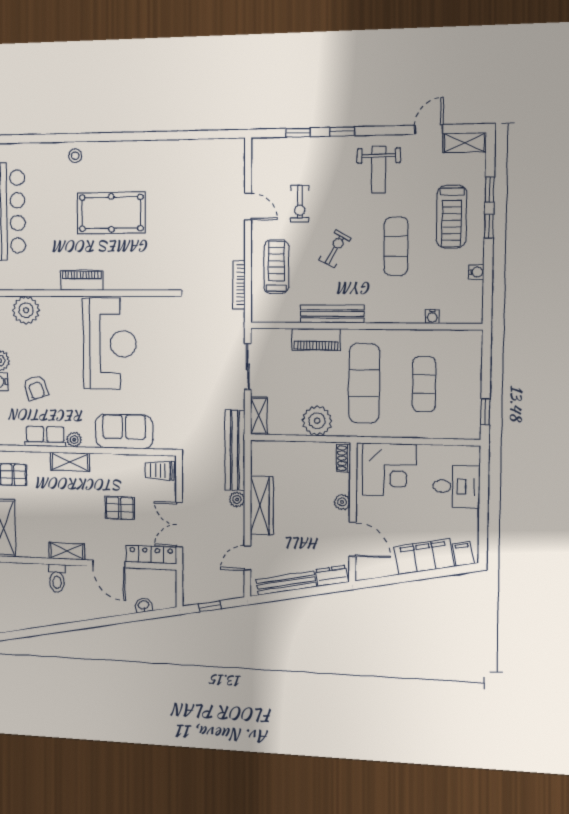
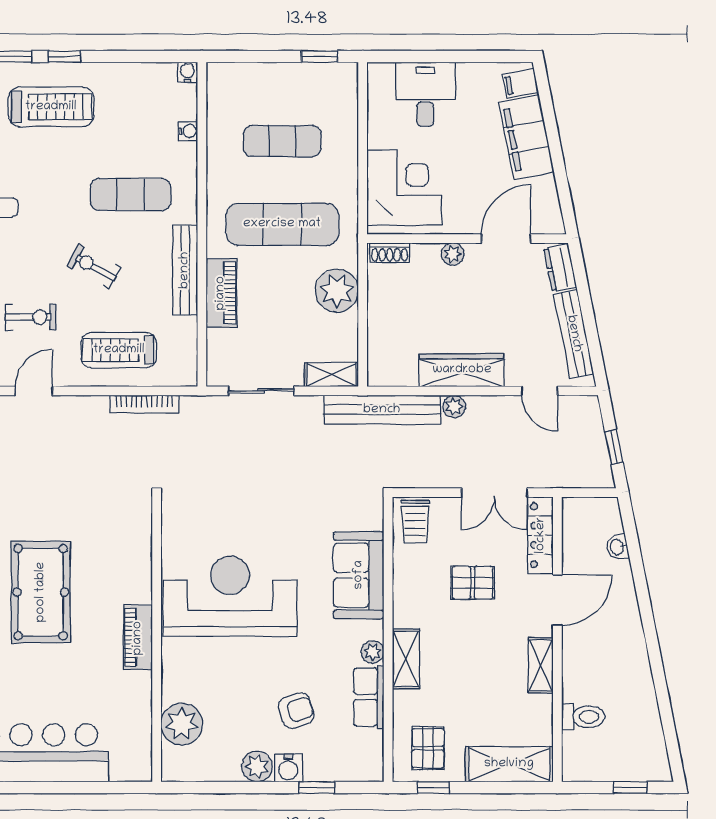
exercise mat: (396, 246) -> (131, 194), moved
water cooler: (476, 272) -> (187, 72), moved
pallet: (120, 508) -> (473, 583), turned 90
toilet: (57, 578) -> (583, 717), moved

